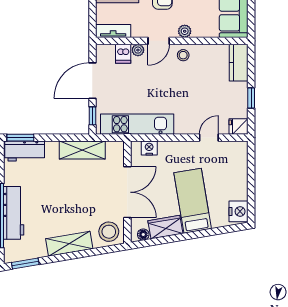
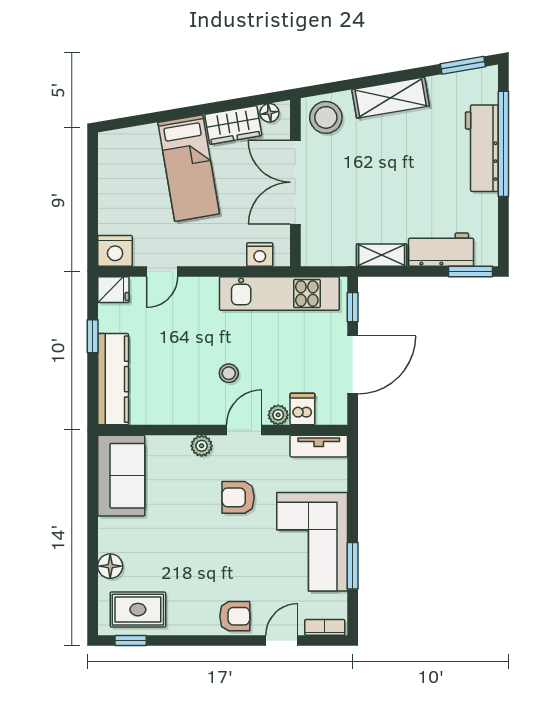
stool: (183, 55) -> (229, 373), moved
kitchen counter: (239, 63) -> (113, 379), width x1.50
shelving: (82, 150) -> (382, 255), width x0.67, depth x0.75
workbench: (25, 151) -> (441, 250), moved
nightstand: (239, 211) -> (115, 251), moved, turned -90

